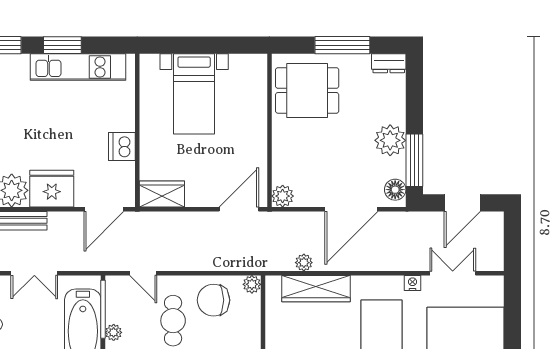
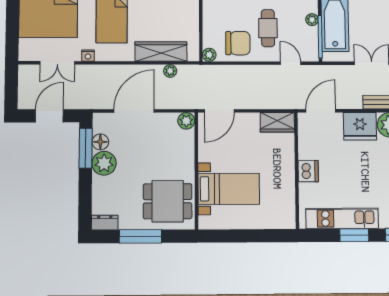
bed with nightstands: (194, 94) -> (229, 189), moved, turned 90
dishwasher: (122, 147) -> (308, 171), moved
floor lamp: (395, 190) -> (100, 142), moved

